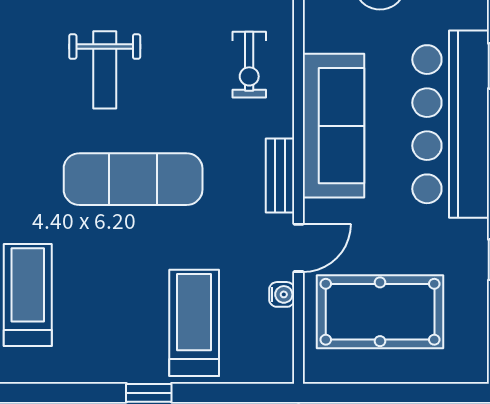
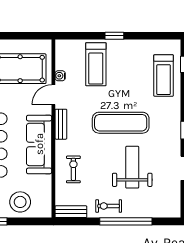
weight bench: (105, 70) -> (132, 167), width x1.36, depth x1.33

